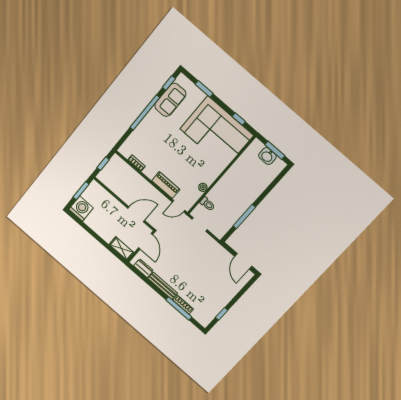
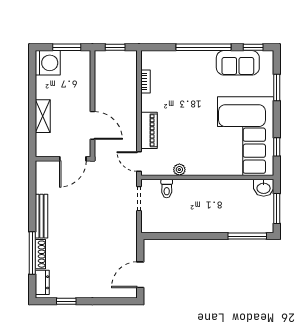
washbasin: (267, 156) -> (264, 188), moved, turned -90
window: (244, 217) -> (247, 236), moved
shelving: (122, 249) -> (43, 116), moved
dresser: (143, 268) -> (42, 282), moved

